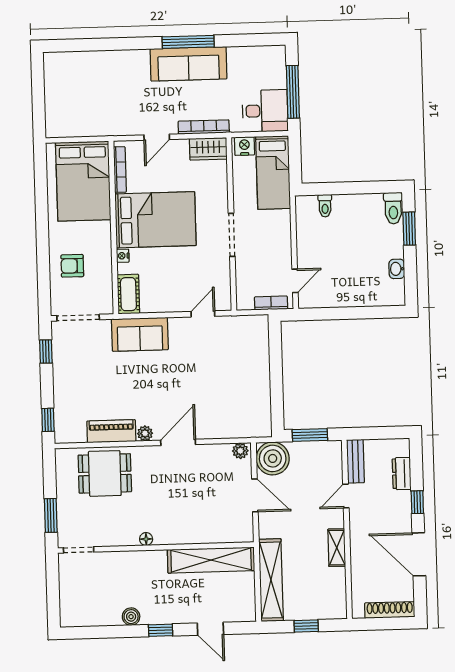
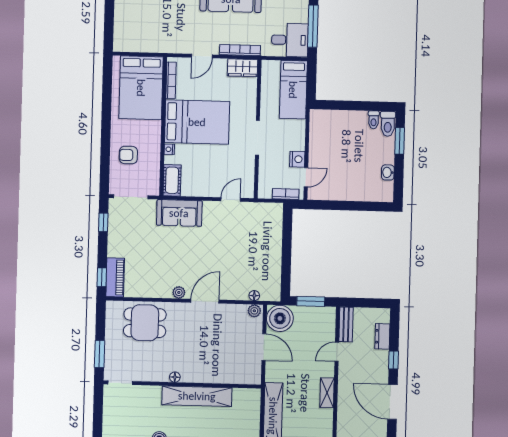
nightstand: (244, 146) -> (297, 159), moved, turned 90
toilet: (325, 206) -> (374, 120), moved
piano: (111, 431) -> (115, 277), moved, turned 90
floor lamp: (239, 432) -> (254, 296), added
shelving: (211, 560) -> (197, 396), moved

